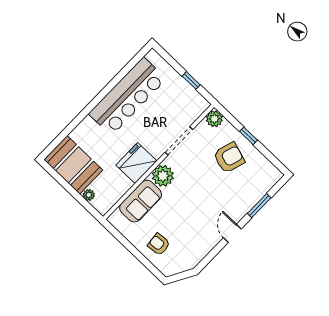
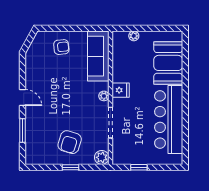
fridge: (136, 163) -> (121, 90), width x0.53, depth x0.75
booth: (73, 165) -> (168, 63), moved, turned 90
plant: (163, 176) -> (104, 96), width x0.53, depth x0.53
sofa: (141, 201) -> (98, 56), width x1.36

